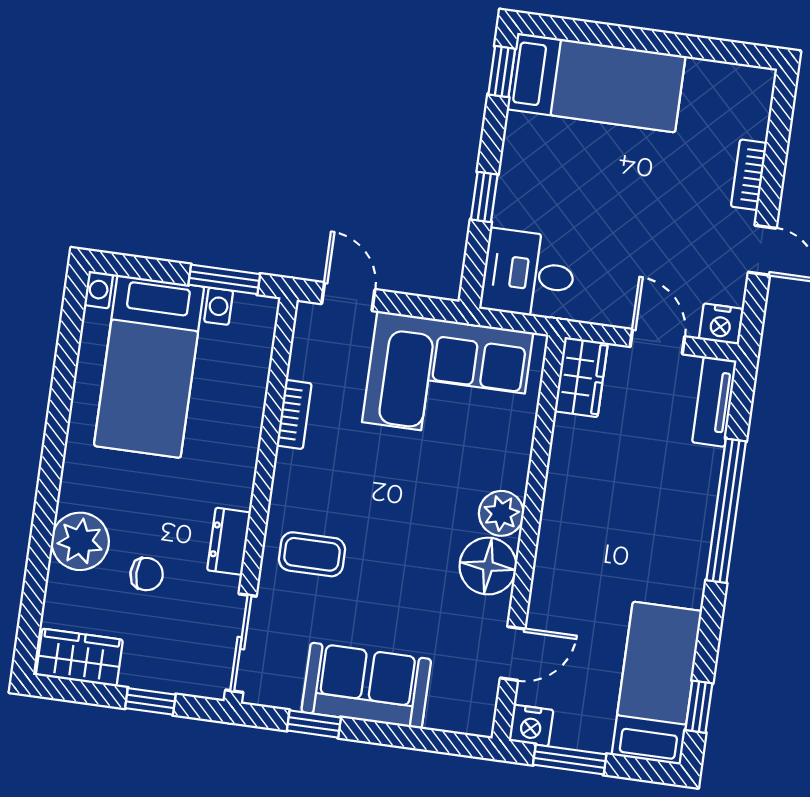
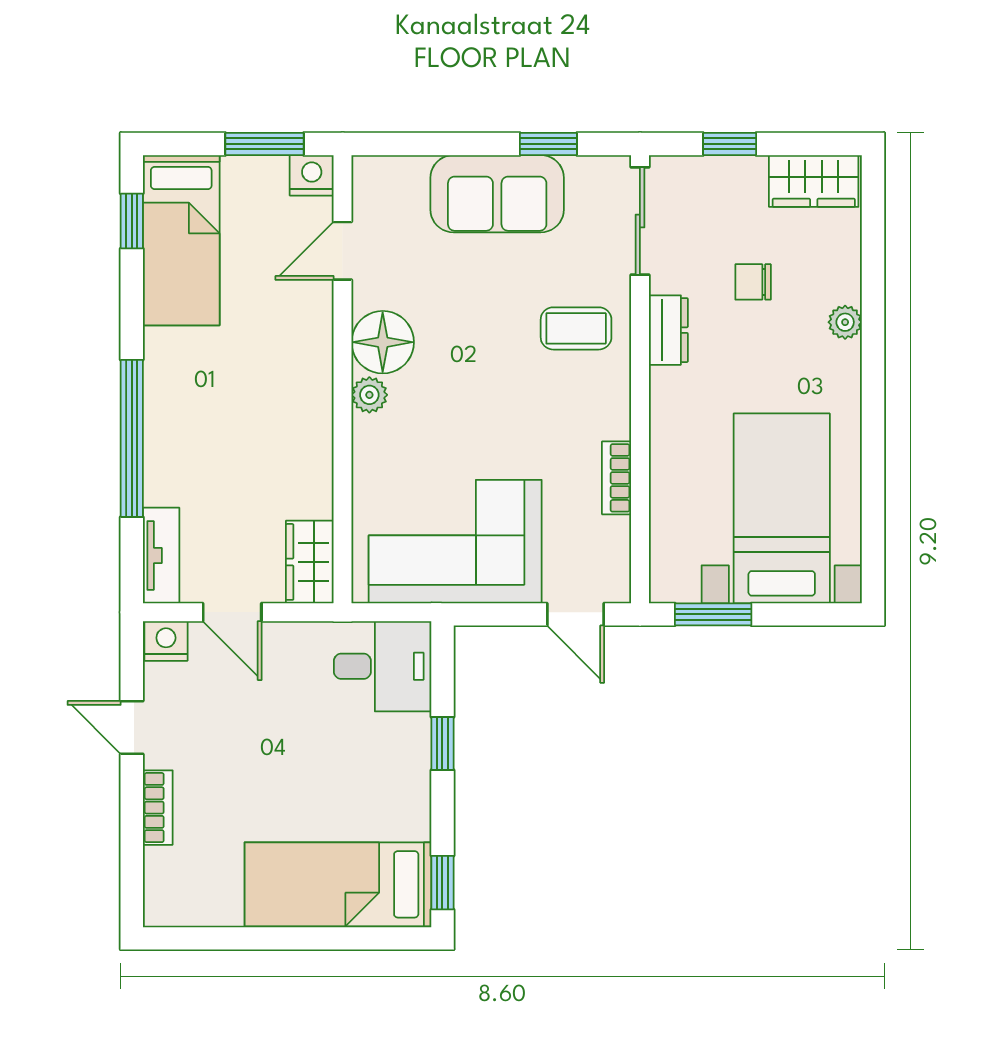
plant: (501, 513) -> (369, 395), width x0.73, depth x0.73
plant: (80, 541) -> (845, 322), width x0.53, depth x0.53

